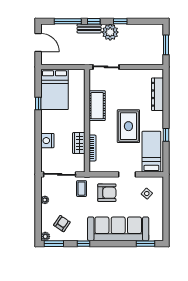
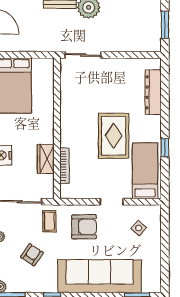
cot: (97, 106) -> (71, 108), removed
armchair: (62, 224) -> (32, 255), moved

